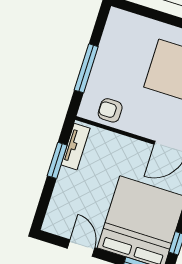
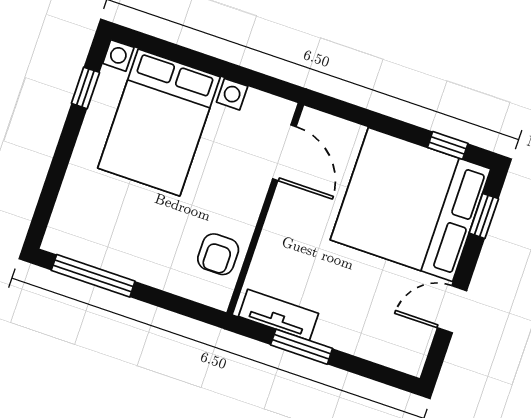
window: (86, 68) -> (93, 276), moved

